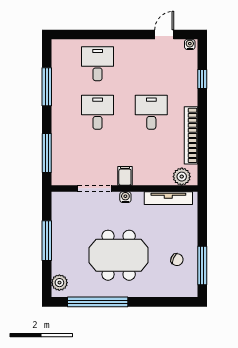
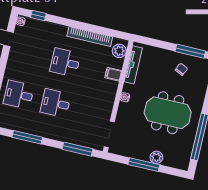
window: (202, 79) -> (38, 16), moved
filing cabinet: (125, 176) -> (113, 74), moved
doorway: (95, 188) -> (109, 134), moved
meeting table: (119, 255) -> (168, 113), turned 90
plant: (59, 283) -> (156, 157), moved

